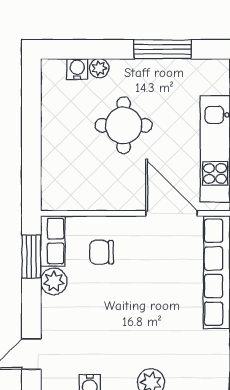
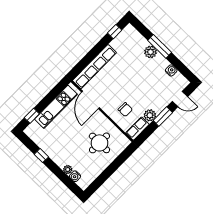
window: (163, 49) -> (41, 156), width x0.46
round table: (124, 125) -> (99, 143), moved
window: (31, 257) -> (163, 117), moved

